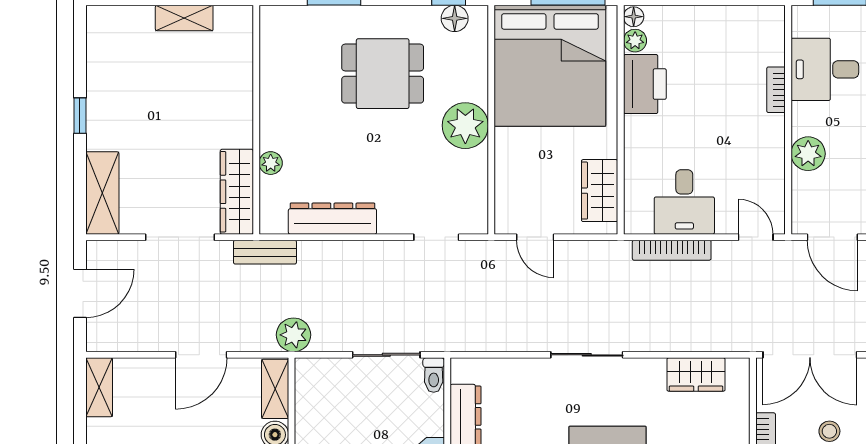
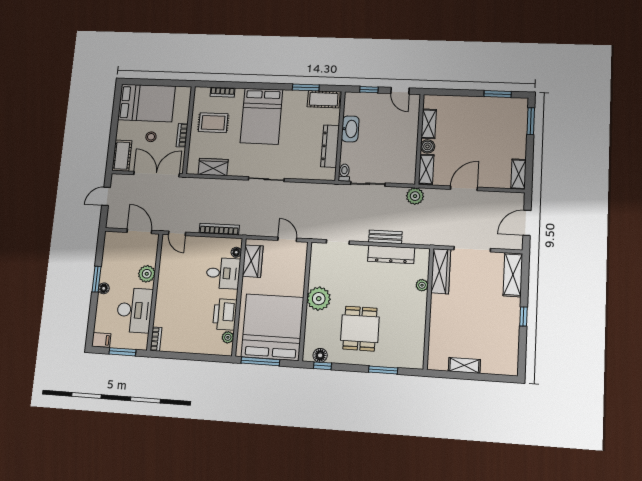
floor lamp: (634, 17) -> (236, 252), moved
desk: (825, 69) -> (134, 310), width x1.37
dining table: (383, 74) -> (360, 329), turned 90
bookcase: (776, 90) -> (156, 339), moved
desk: (684, 202) -> (223, 273), moved, turned 90
bench: (265, 252) -> (385, 237), moved

